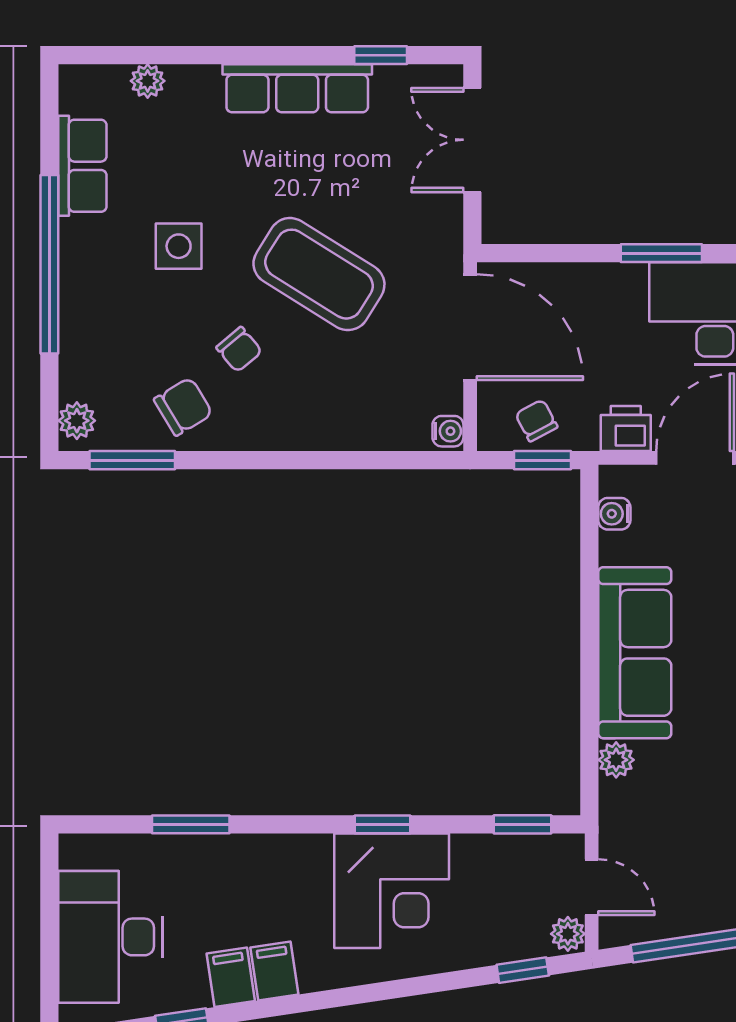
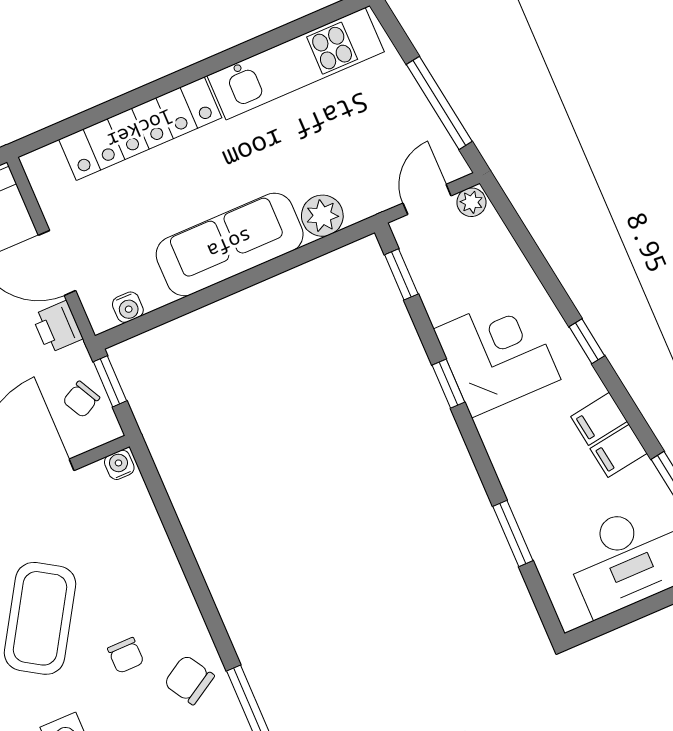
chair: (239, 349) -> (126, 655), turned 130
plant: (616, 760) -> (322, 216), width x1.38, depth x1.38
window: (523, 970) -> (587, 341), moved

